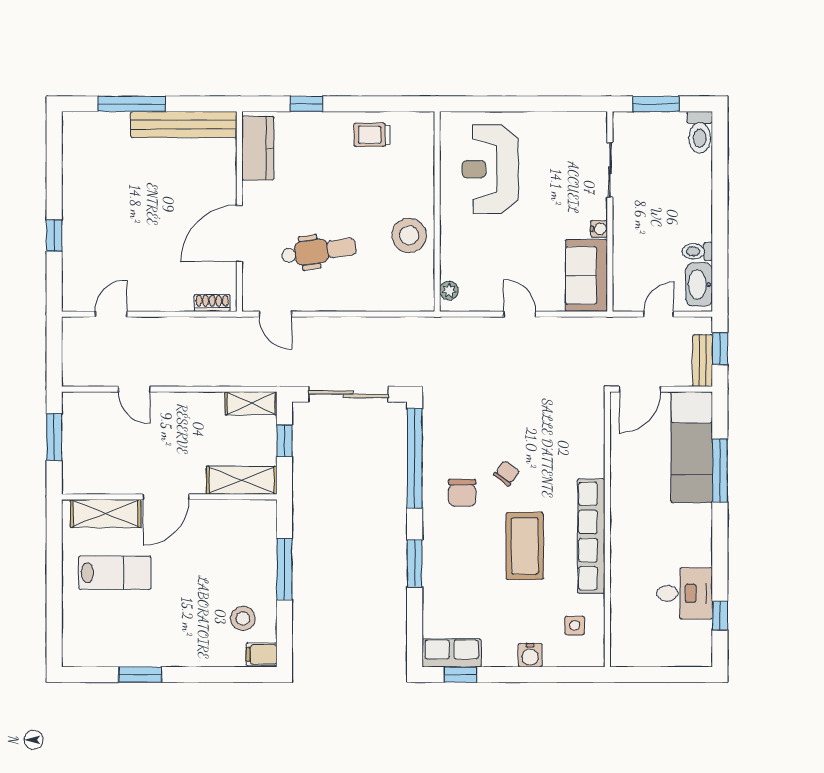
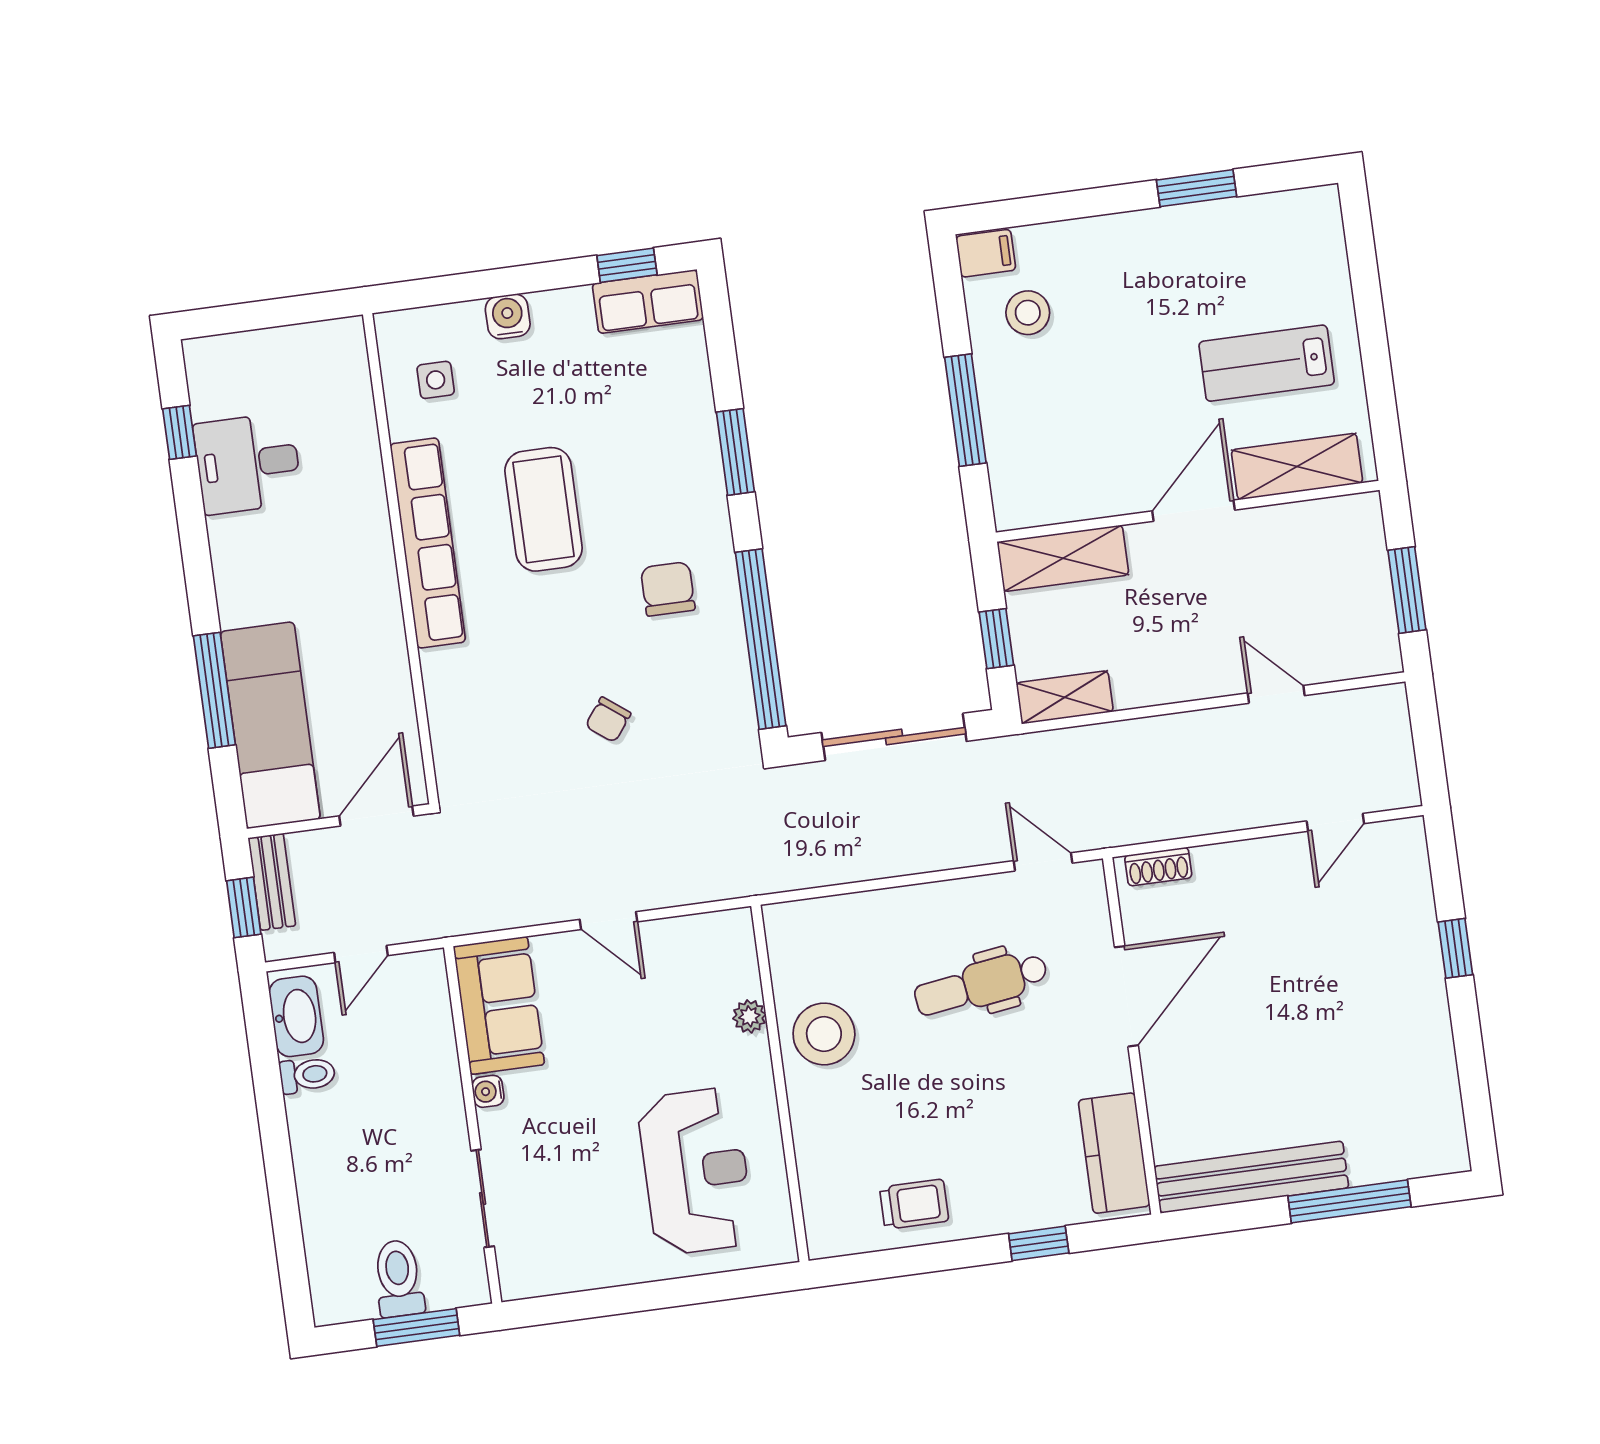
toilet: (700, 132) -> (399, 1278), moved
plant: (449, 291) -> (749, 1016), moved
chair: (507, 473) -> (608, 720), moved

